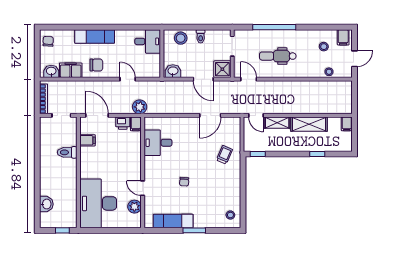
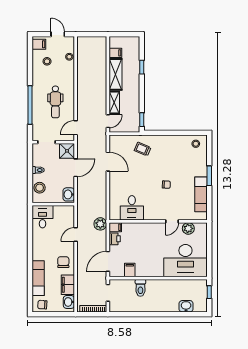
exam couch: (95, 37) -> (38, 278), moved
filing cabinet: (347, 124) -> (115, 53), moved

